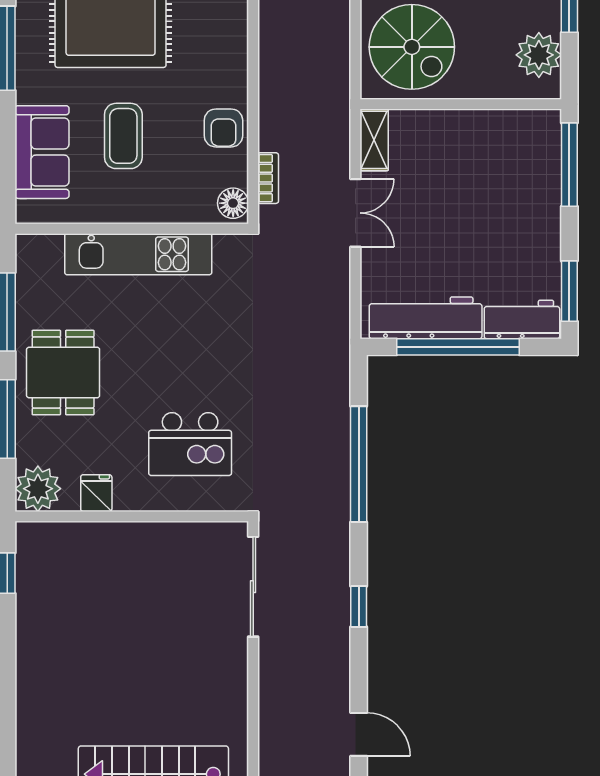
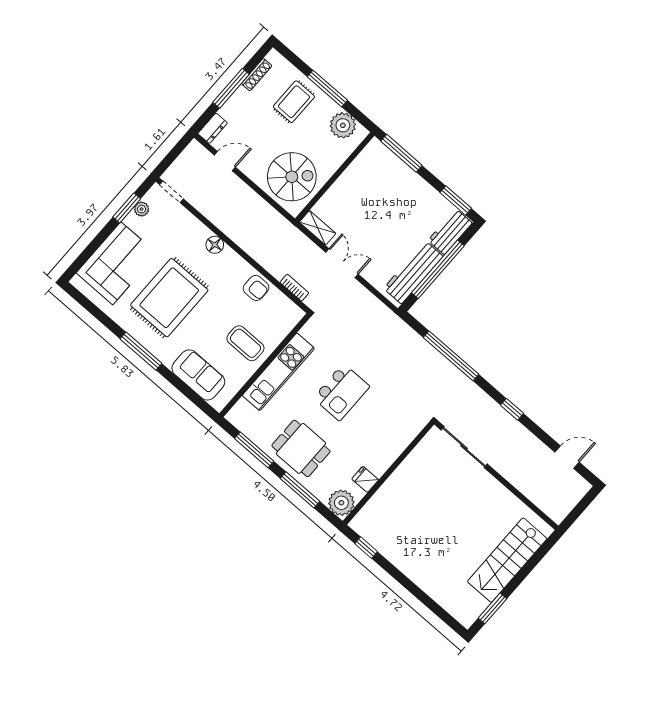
coffee table: (123, 136) -> (245, 343), moved
floor lamp: (233, 203) -> (215, 245), moved
kitchen island: (190, 444) -> (341, 392), moved

